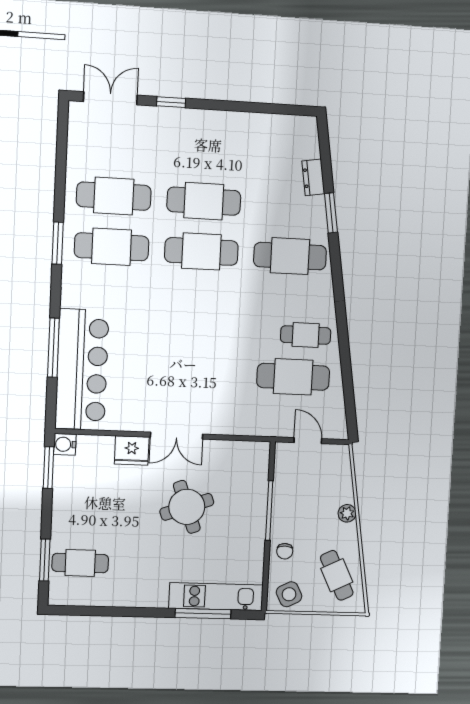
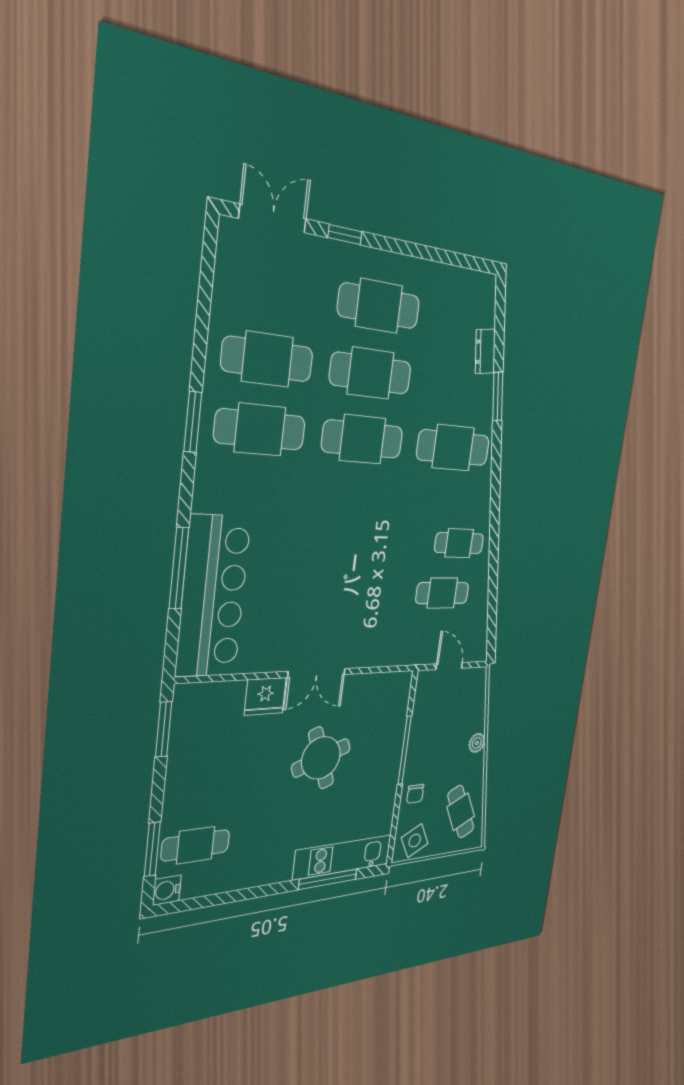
cafe table: (206, 151) -> (379, 306), added
cafe table: (293, 377) -> (442, 593), width x0.73, depth x0.74
water cooler: (65, 444) -> (167, 890), moved

